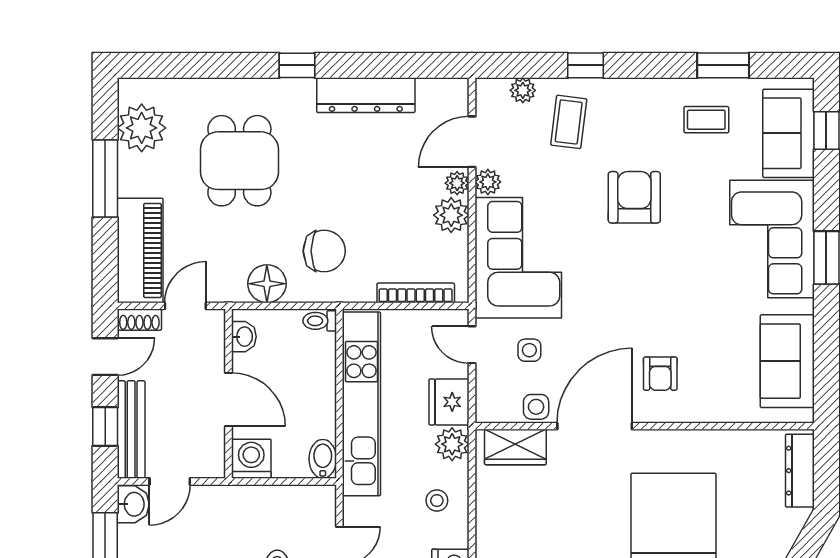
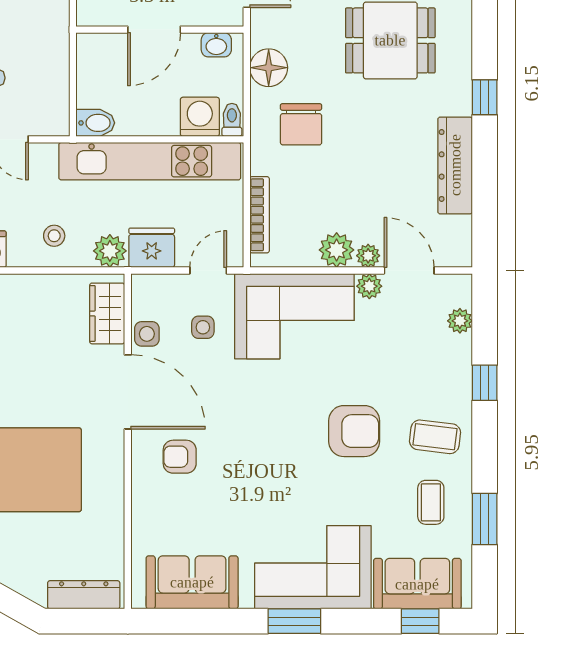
coffee table: (569, 122) -> (435, 437), moved
washing machine: (251, 459) -> (200, 117), moved, turned -90

